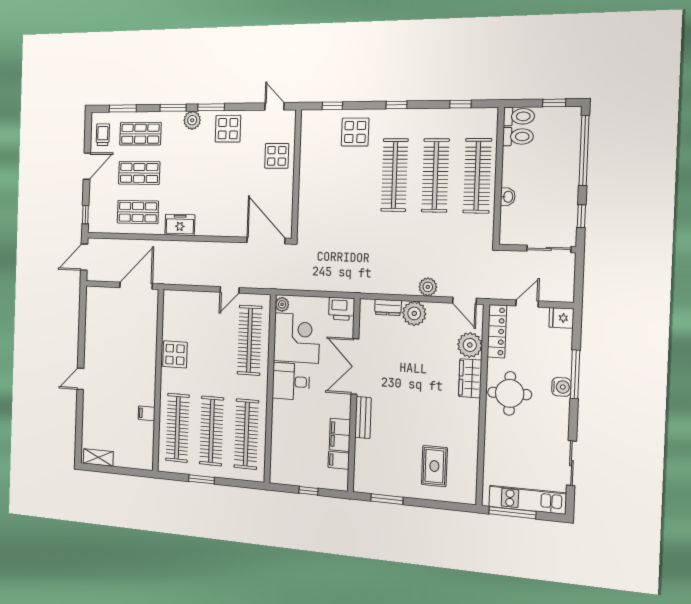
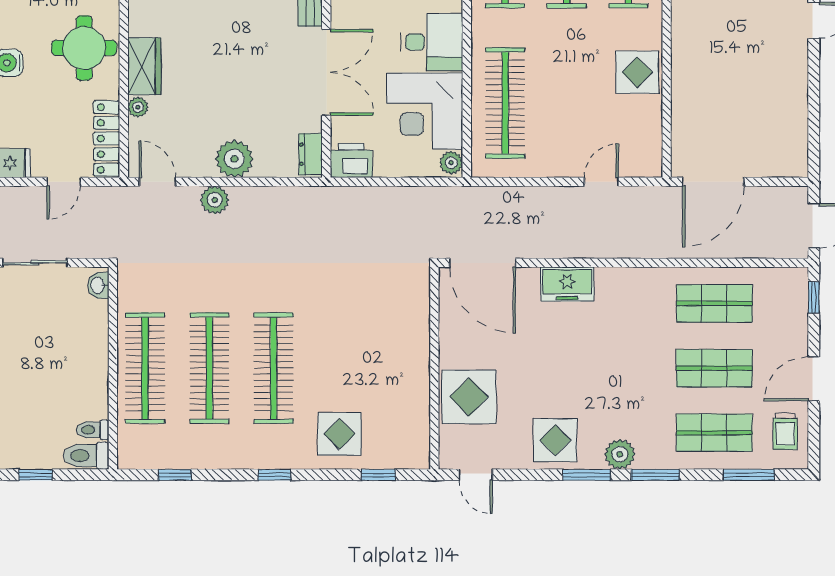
toilet: (518, 137) -> (93, 430), width x0.73, depth x0.72
display table: (277, 156) -> (469, 397), width x1.36, depth x1.36
washbasin: (508, 197) -> (98, 285), moved
freezer: (180, 225) -> (567, 284), moved
door: (230, 290) -> (601, 182), moved
dresser: (388, 307) -> (311, 154), moved, turned -90
plant: (470, 345) -> (138, 107), width x0.53, depth x0.53

